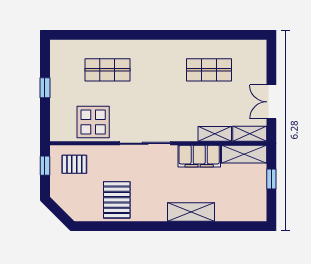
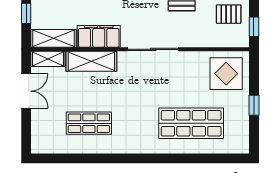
shop shelf: (107, 70) -> (191, 123), width x1.43, depth x1.36
display table: (93, 122) -> (226, 74), moved
shelving: (215, 134) -> (91, 61), width x1.50, depth x1.33
pallet: (74, 164) -> (229, 14), moved

